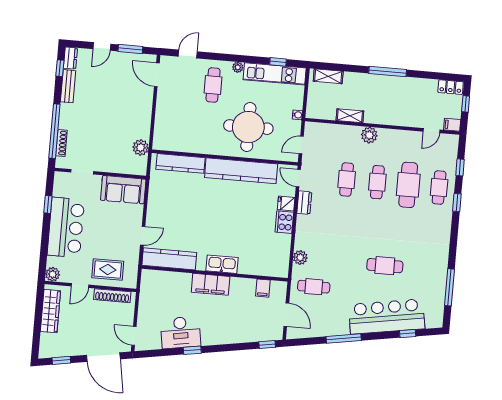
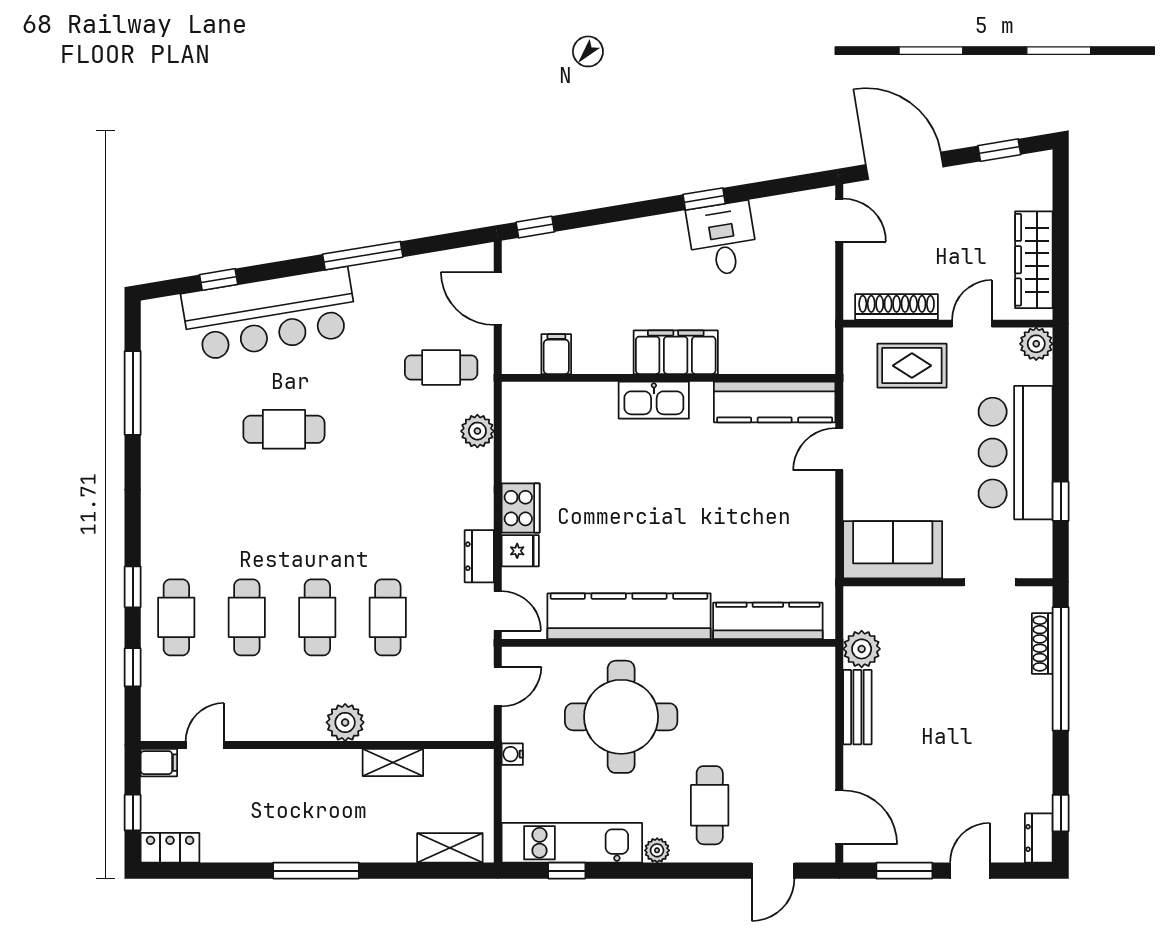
bench: (68, 86) -> (857, 707), moved
cafe table: (408, 185) -> (247, 617), width x0.73, depth x0.74
desk: (181, 332) -> (722, 239), width x0.73

